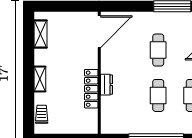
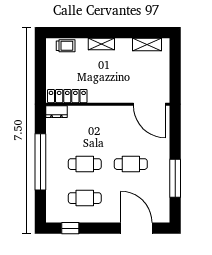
dresser: (106, 85) -> (56, 112), moved
locker: (91, 89) -> (67, 96), moved

